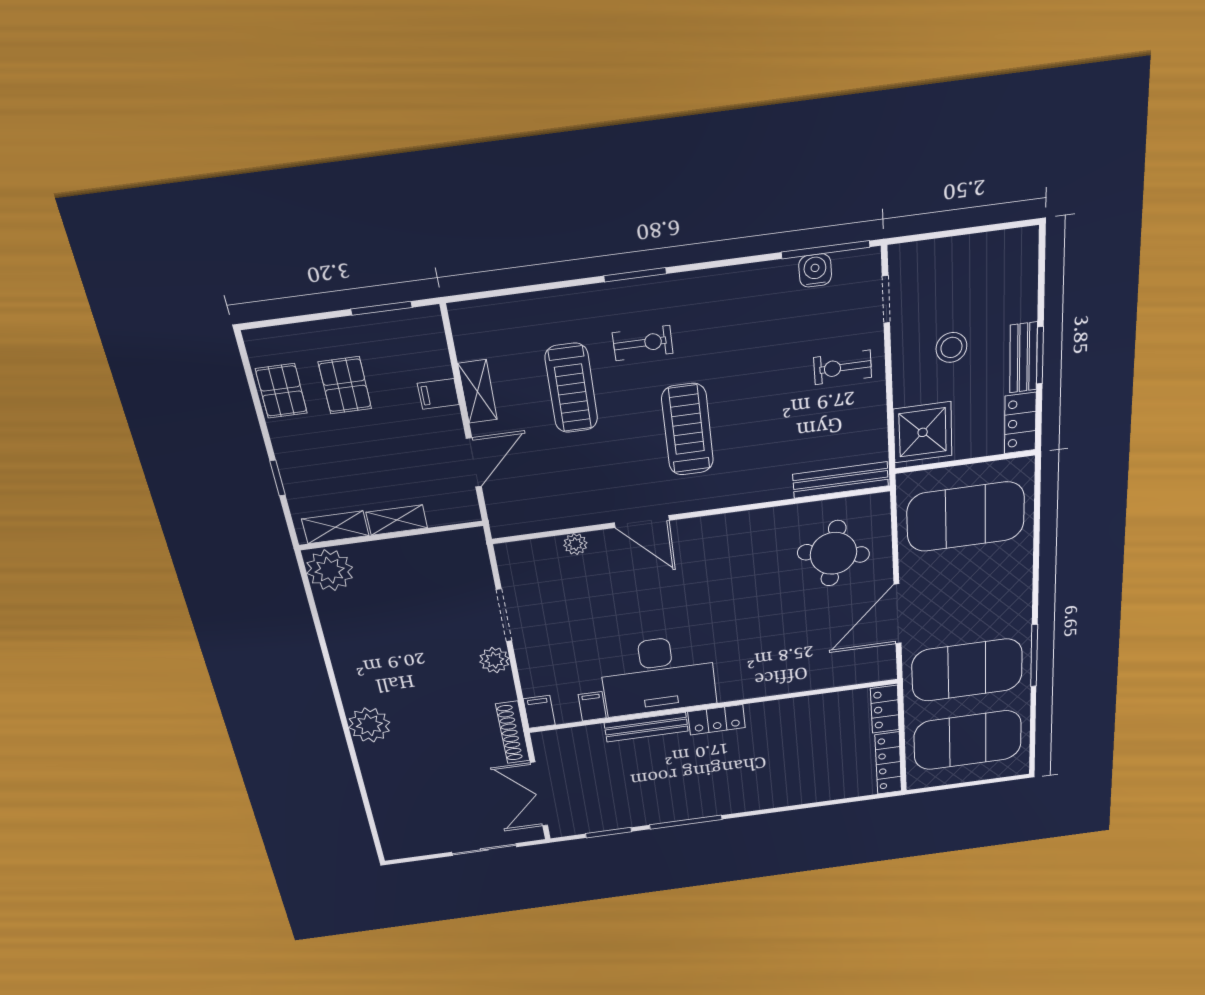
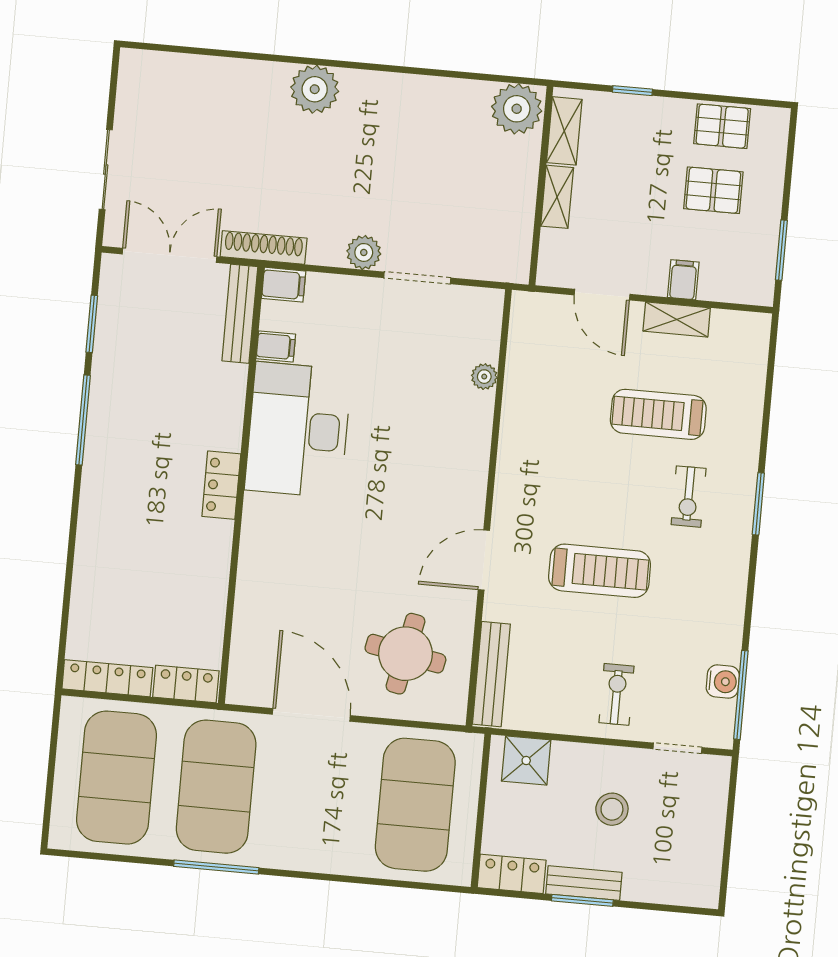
treadmill: (688, 430) -> (600, 571), moved
shower: (923, 432) -> (526, 760), width x0.73, depth x0.73
door: (642, 522) -> (484, 560), moved
bench: (646, 727) -> (240, 314), moved

